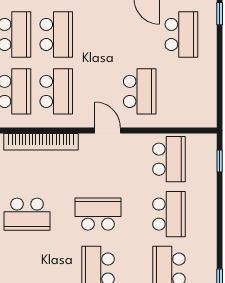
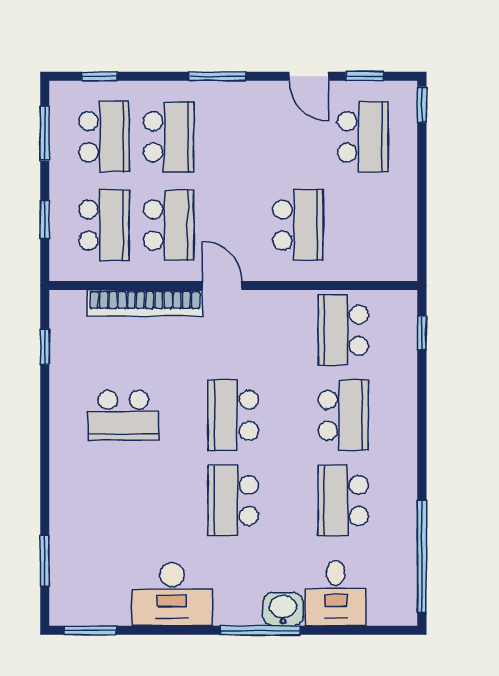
door: (108, 130) -> (222, 286), moved
school desk: (169, 159) -> (343, 330), turned 180
school desk: (98, 214) -> (233, 415), turned -90

